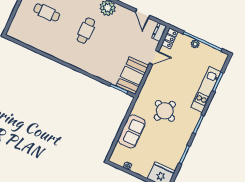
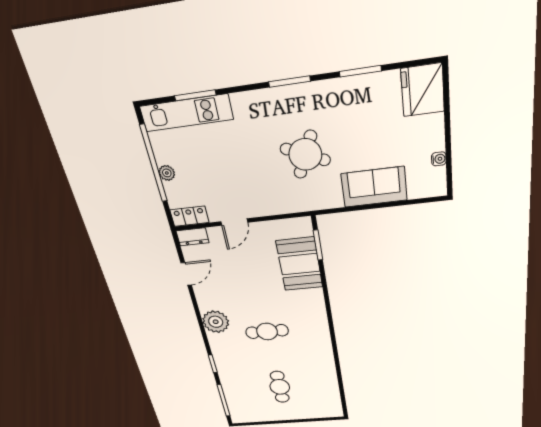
door: (154, 57) -> (234, 222), swing flipped
booth: (132, 76) -> (299, 264), moved, turned 90
kitchen unit: (206, 90) -> (186, 113), moved

